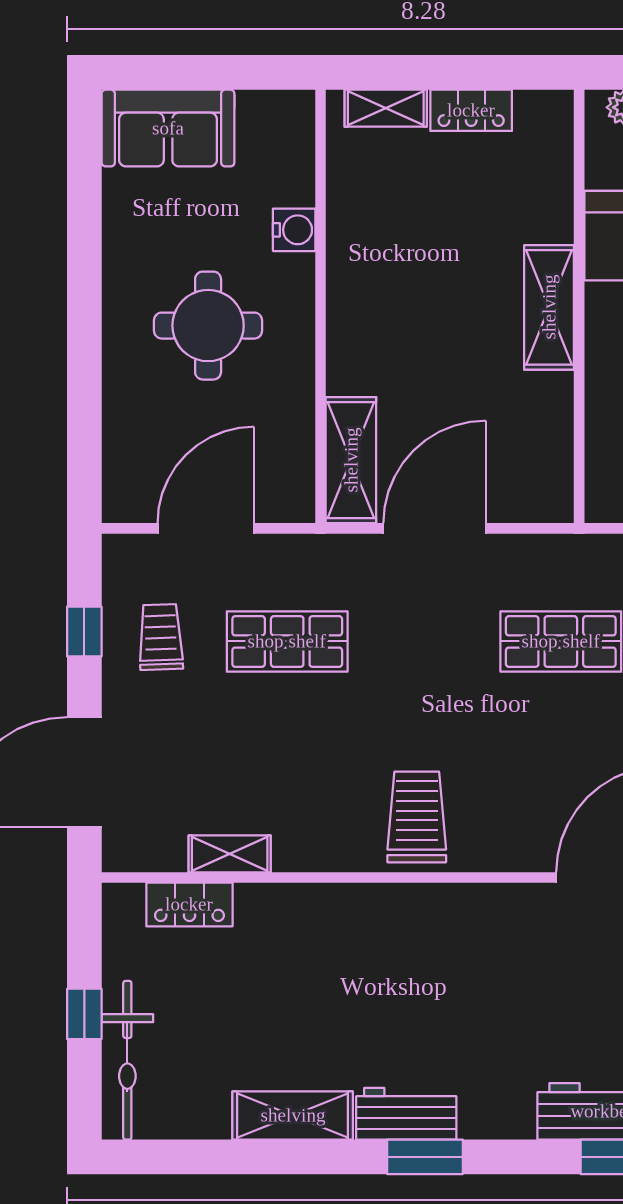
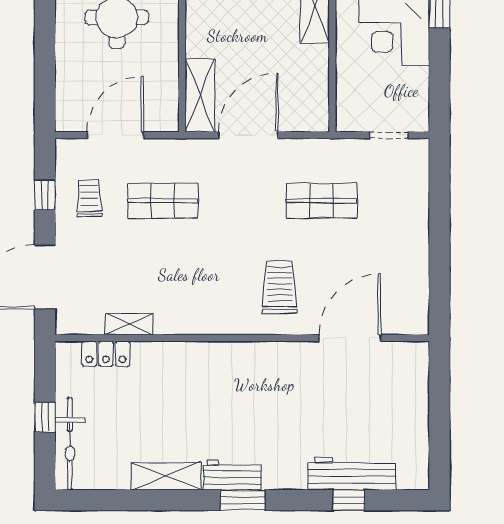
trolley: (417, 817) -> (280, 288), moved

